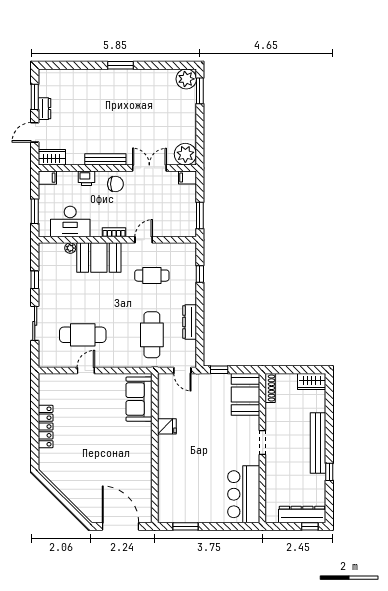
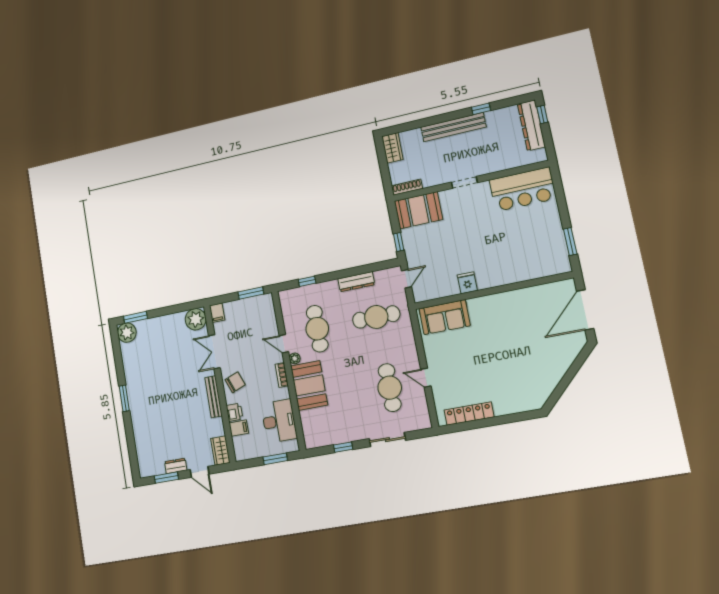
filing cabinet: (47, 178) -> (239, 428), moved, turned 90
chair: (115, 184) -> (235, 382), turned 69
plant: (70, 248) -> (295, 358), moved
cafe table: (152, 276) -> (317, 329), width x1.37, depth x1.35
locker: (46, 427) -> (469, 414), moved

